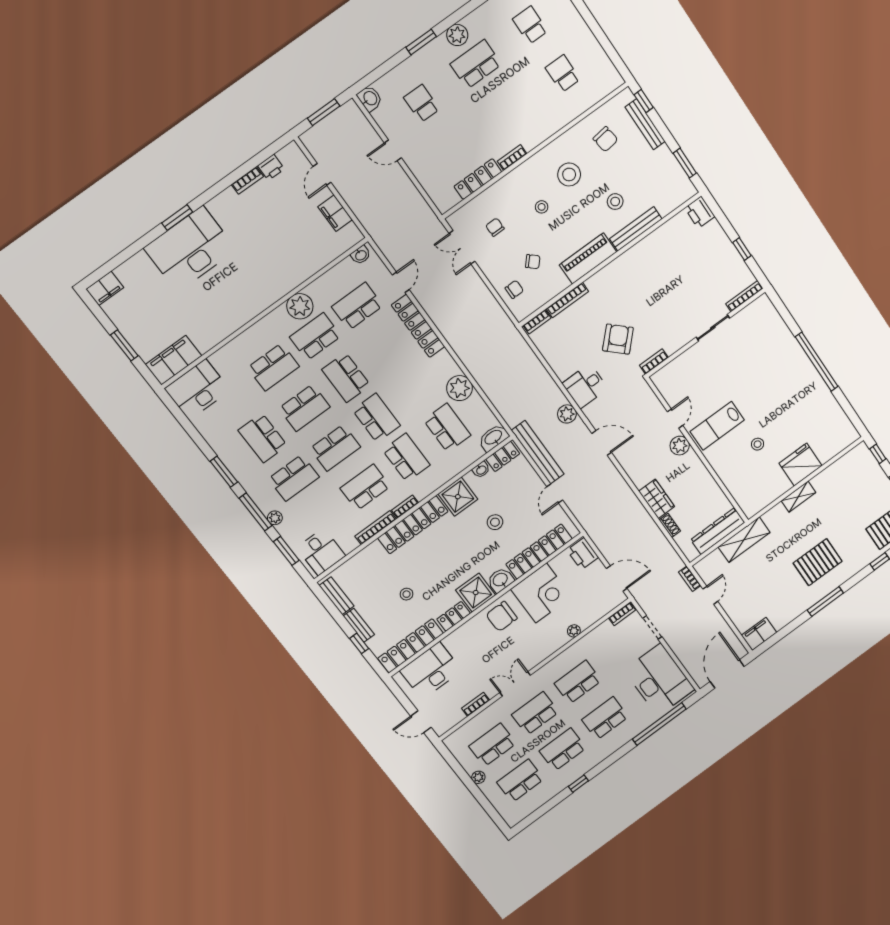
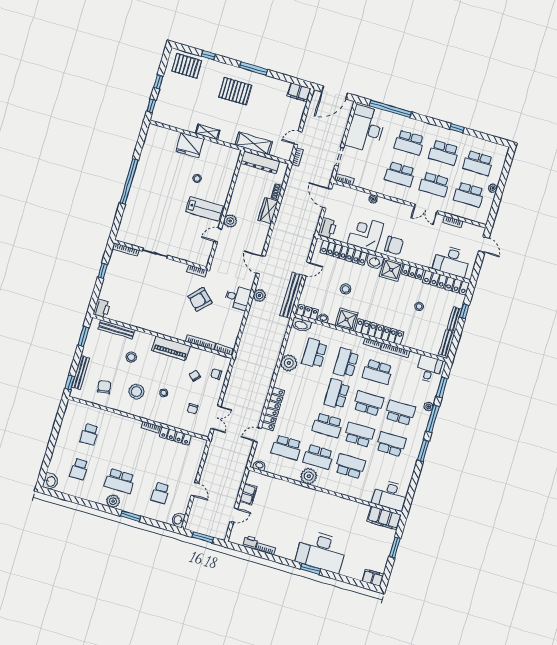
bench: (636, 229) -> (116, 329), moved
school desk: (346, 377) -> (328, 425), turned 90
school desk: (263, 438) -> (391, 444), turned -90

